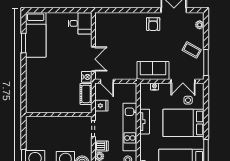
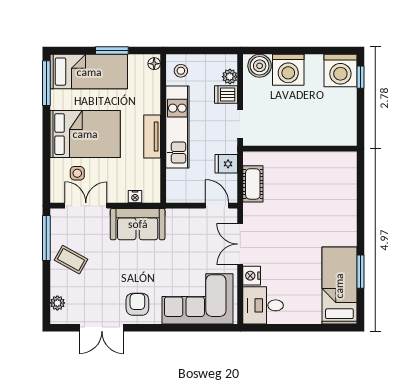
corner sofa: (118, 27) -> (197, 299), added
nightstand: (87, 77) -> (252, 276), moved

